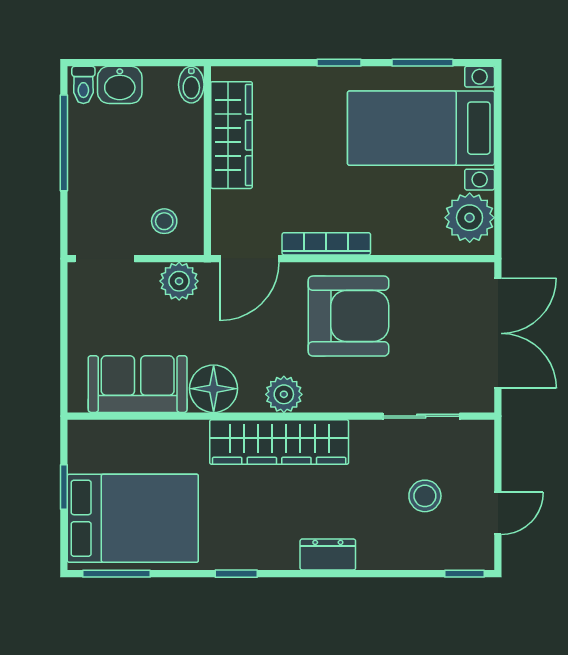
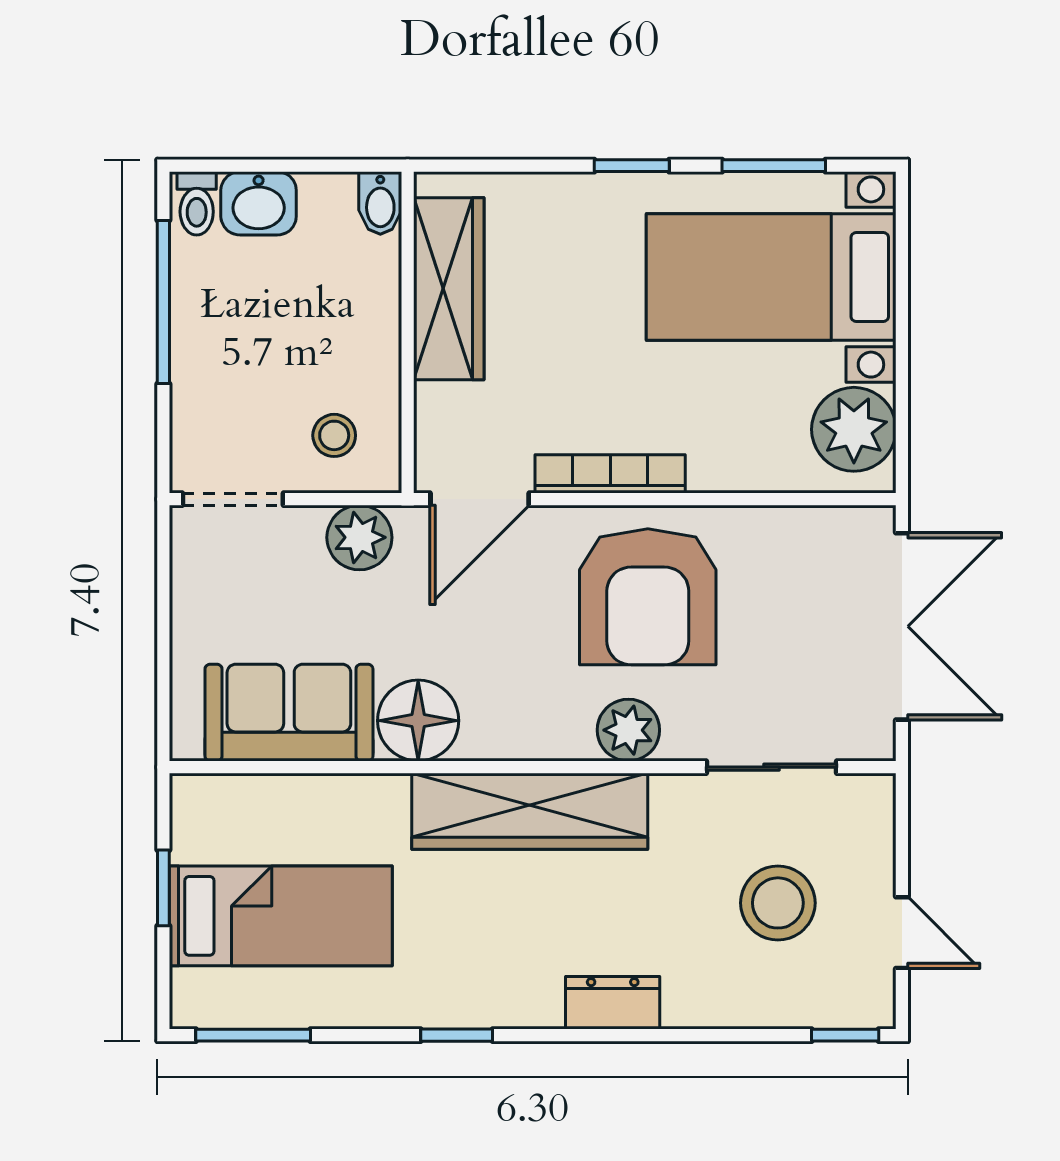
armchair: (348, 316) -> (648, 597), turned 90
plant: (284, 394) -> (628, 730), moved
stool: (425, 496) -> (778, 903), width x1.38, depth x1.38
door: (498, 513) -> (902, 933), hinge flipped
bed: (133, 518) -> (281, 916), width x0.67

